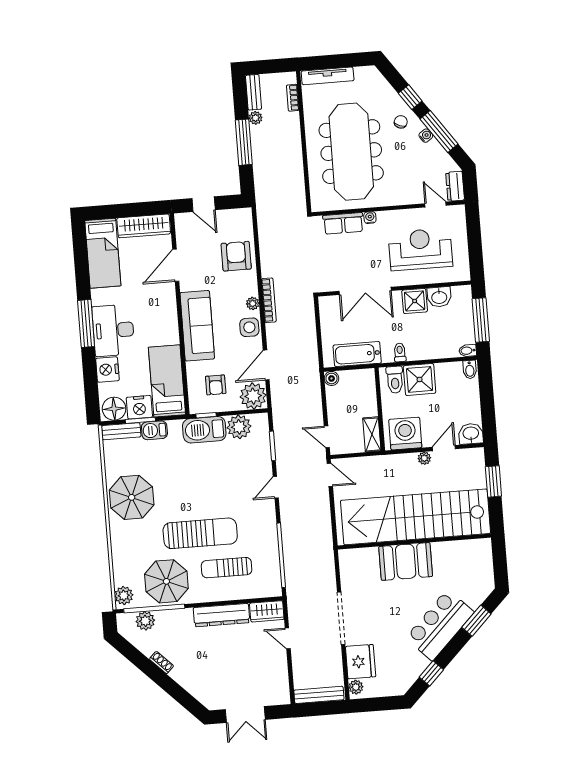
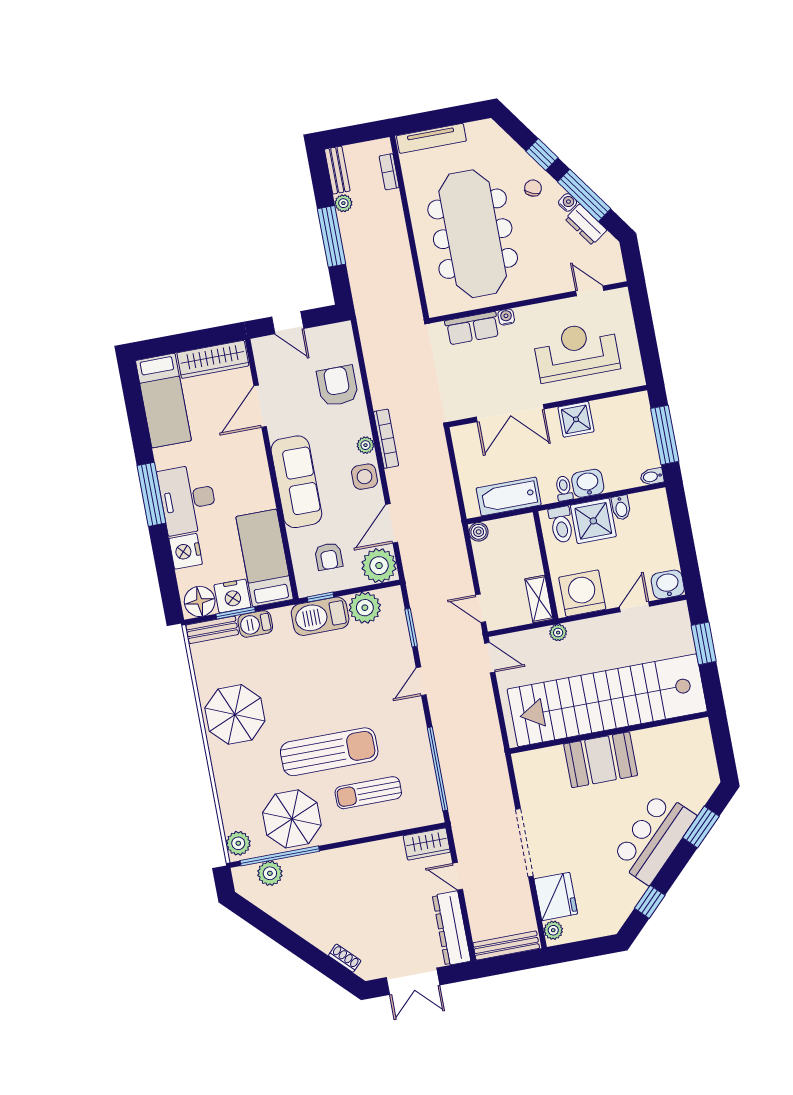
dresser: (455, 186) -> (586, 225), moved, turned -35
washbasin: (439, 297) -> (588, 483), moved, turned 180
bidet: (470, 369) -> (621, 508), moved
plant: (424, 458) -> (558, 633), moved
dresser: (221, 615) -> (452, 928), moved, turned 90
shoe rack: (161, 663) -> (345, 958), moved

